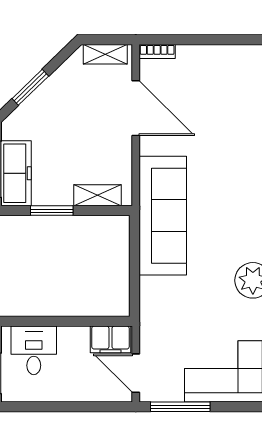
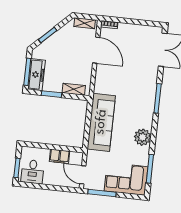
sofa: (163, 216) -> (101, 122), moved
filing cabinet: (110, 339) -> (60, 156), moved
desk: (34, 350) -> (33, 172), moved, turned 180

